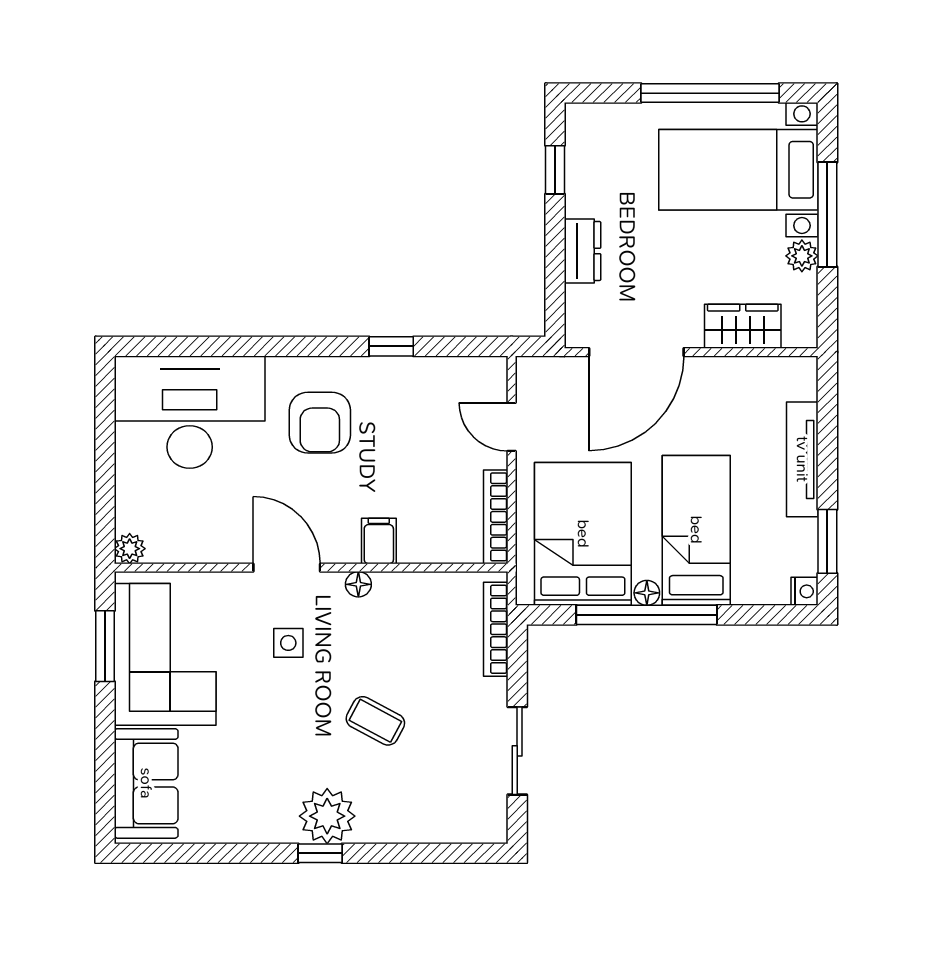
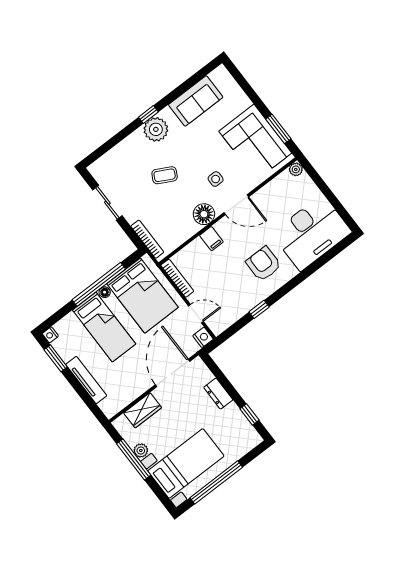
window: (827, 215) -> (134, 459), moved
nightstand: (532, 374) -> (203, 337), added
floor lamp: (358, 584) -> (204, 214), width x1.89, depth x1.89
sofa: (146, 783) -> (196, 101), moved, turned -90

